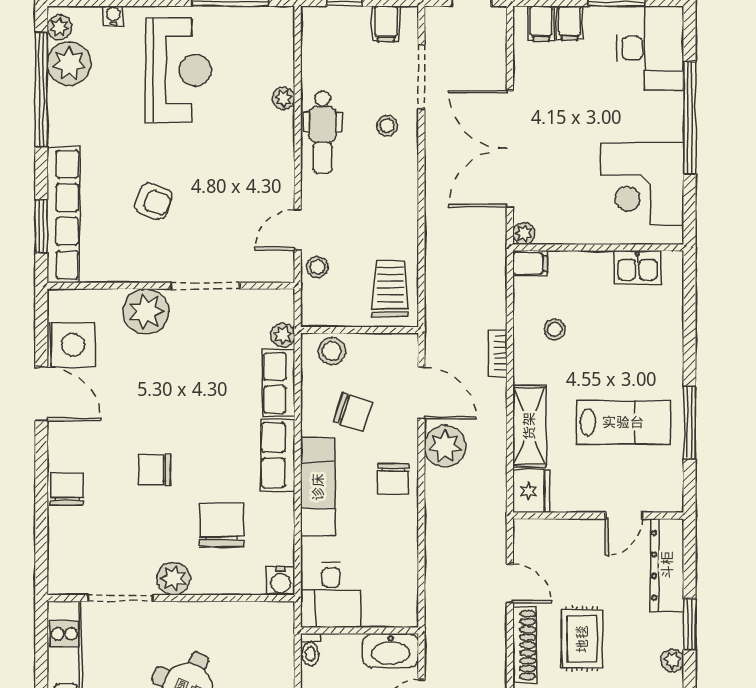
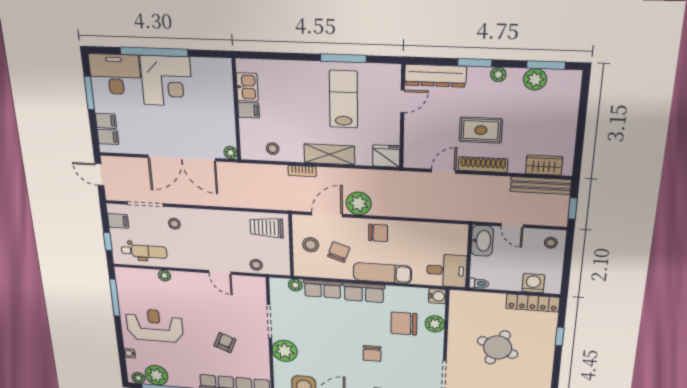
dental chair: (323, 132) -> (144, 251), moved
corner desk: (642, 184) -> (167, 81), moved
door: (298, 230) -> (220, 272), moved
filing cabinet: (530, 263) -> (249, 110), moved, turned 90
stool: (555, 329) -> (273, 149), moved
stool: (332, 351) -> (311, 245), moved
shelving: (529, 426) -> (329, 154), moved
door: (624, 516) -> (403, 101), hinge flipped
plant: (173, 579) -> (435, 324), moved

